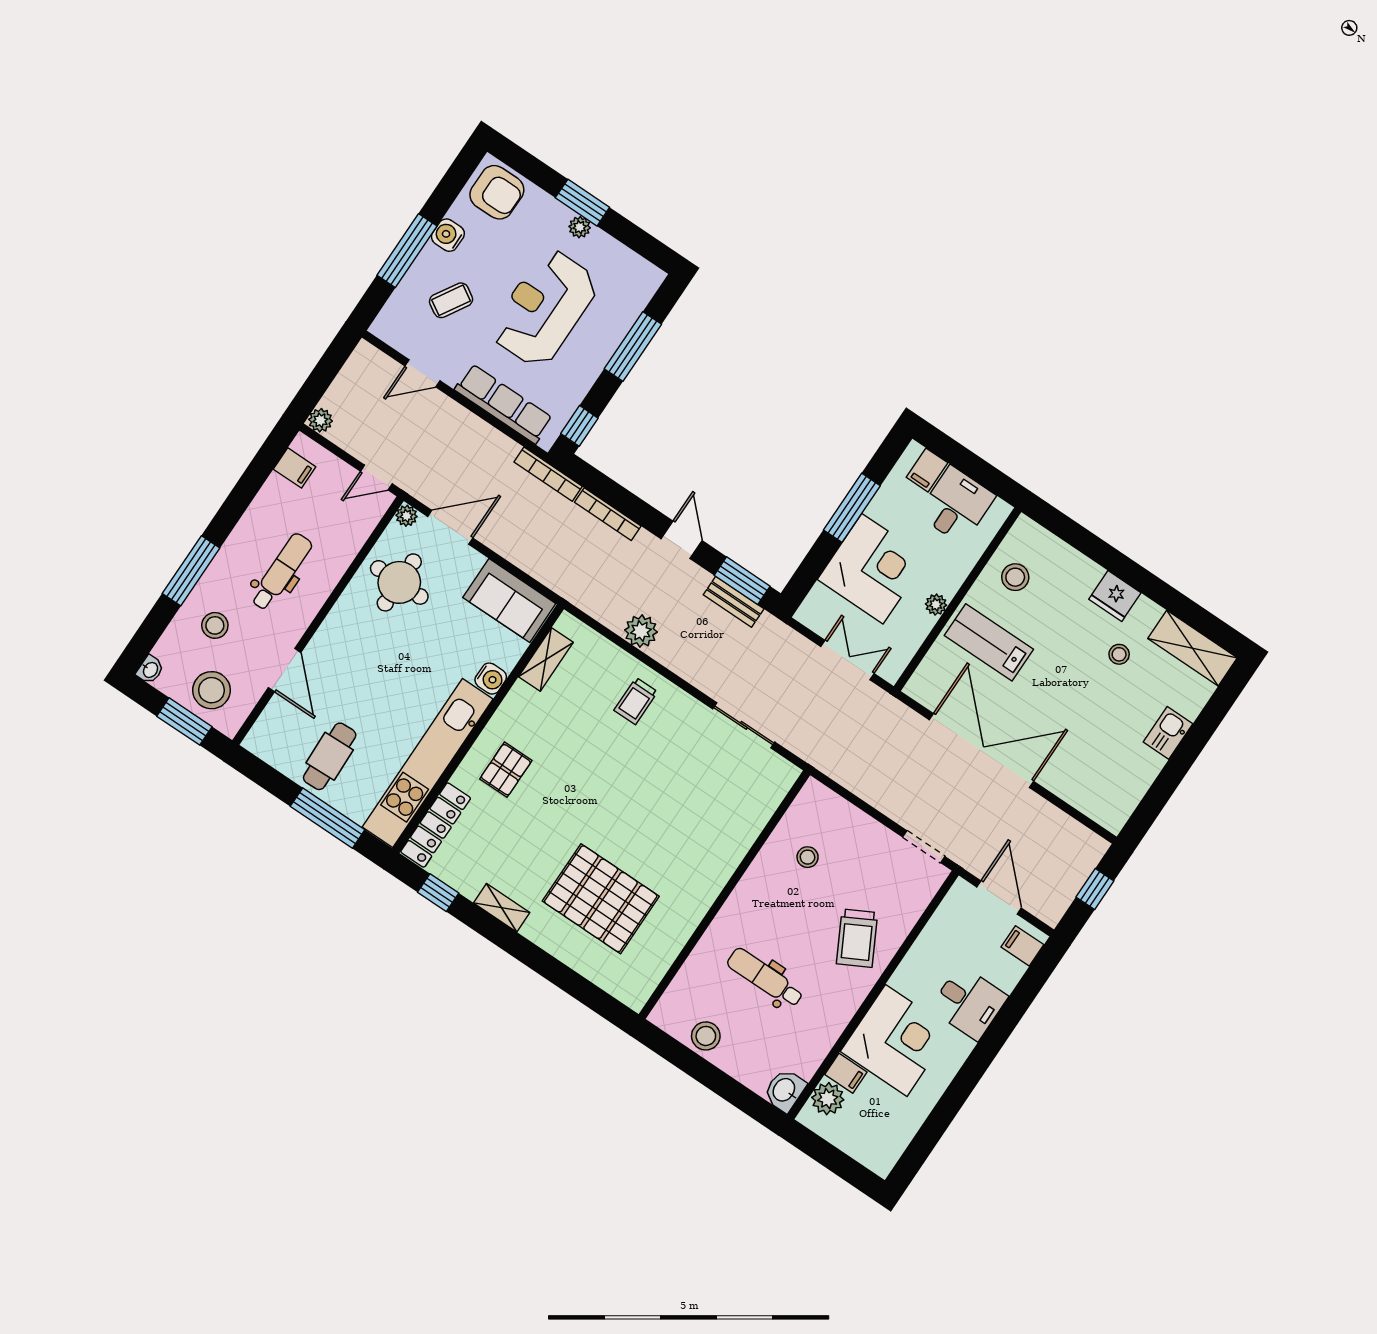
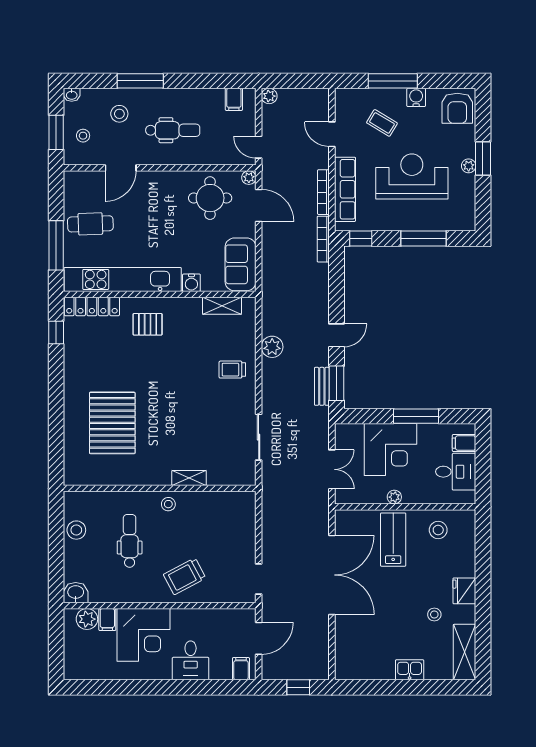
bookcase: (608, 514) -> (323, 192), moved
stool: (211, 690) -> (83, 136), width x0.53, depth x0.53
stool: (808, 857) -> (168, 504), moved
shelving: (502, 908) -> (189, 478), moved, turned 90

